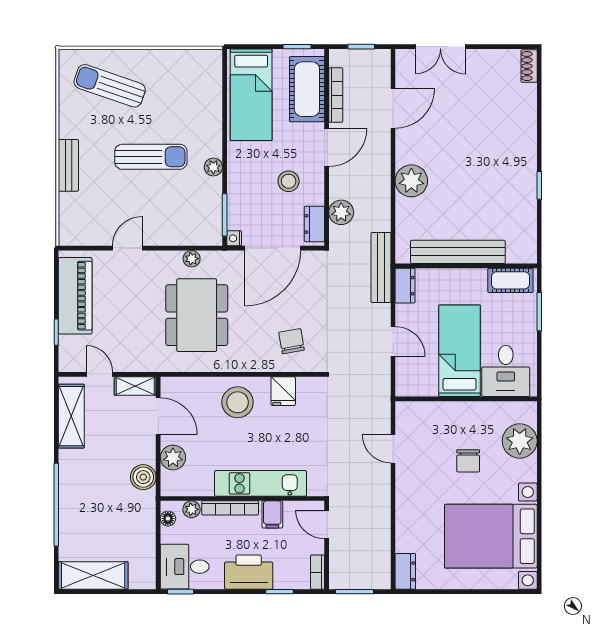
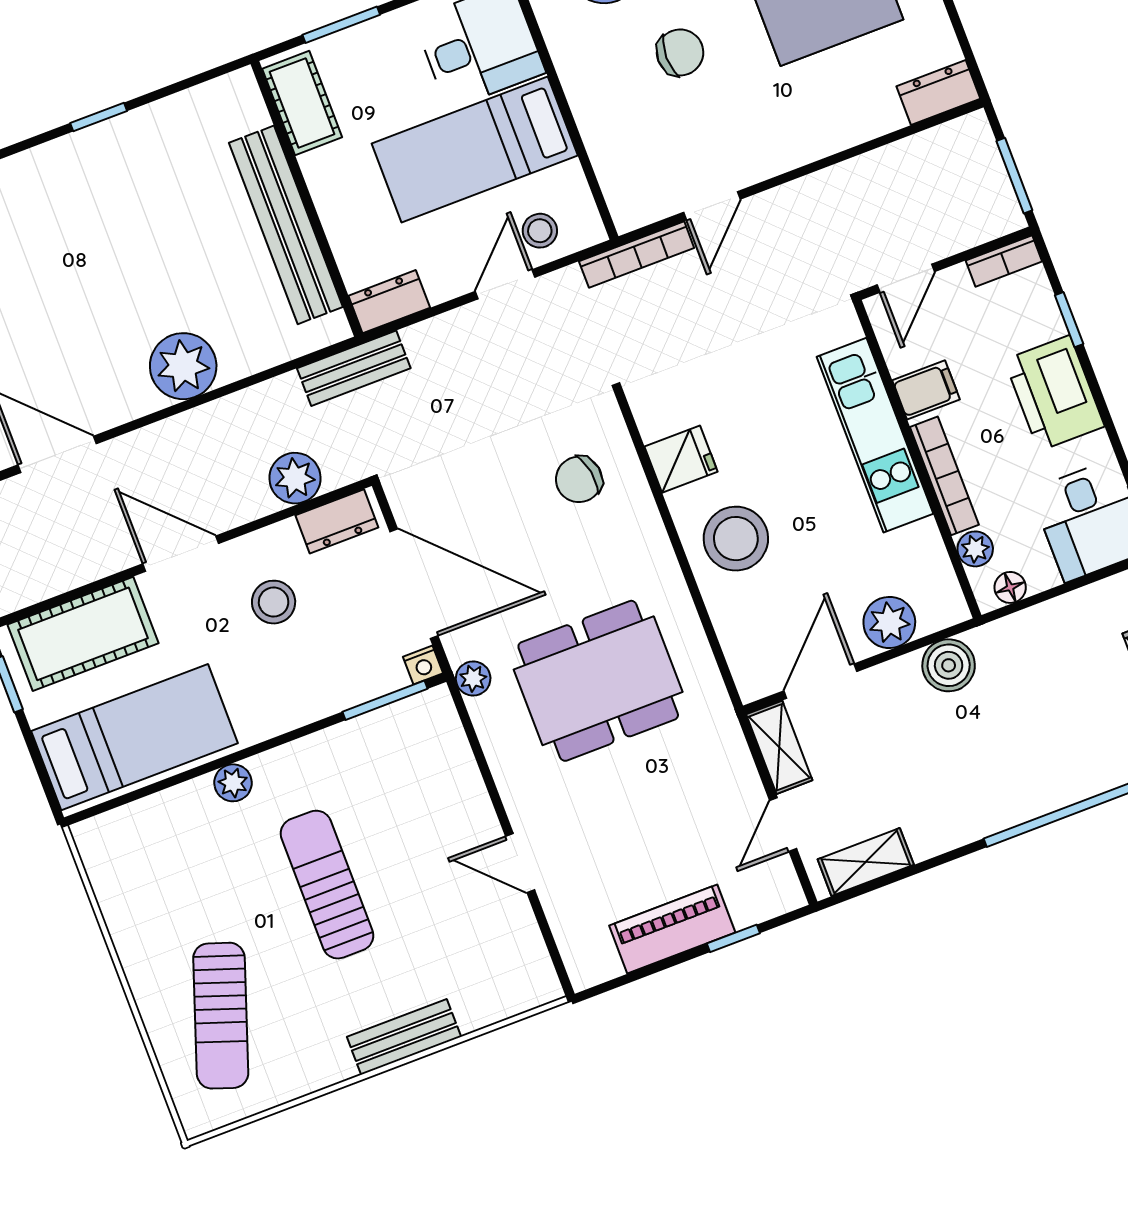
bookcase: (336, 95) -> (637, 255), moved, turned 180
plant: (213, 167) -> (233, 783), moved
plant: (192, 259) -> (473, 678), moved
bench: (381, 267) -> (354, 368), width x0.73
piano: (75, 296) -> (672, 929), width x0.73, depth x0.75
stool: (411, 366) -> (540, 231), added
shelving: (71, 416) -> (866, 862), width x0.67, depth x0.75

